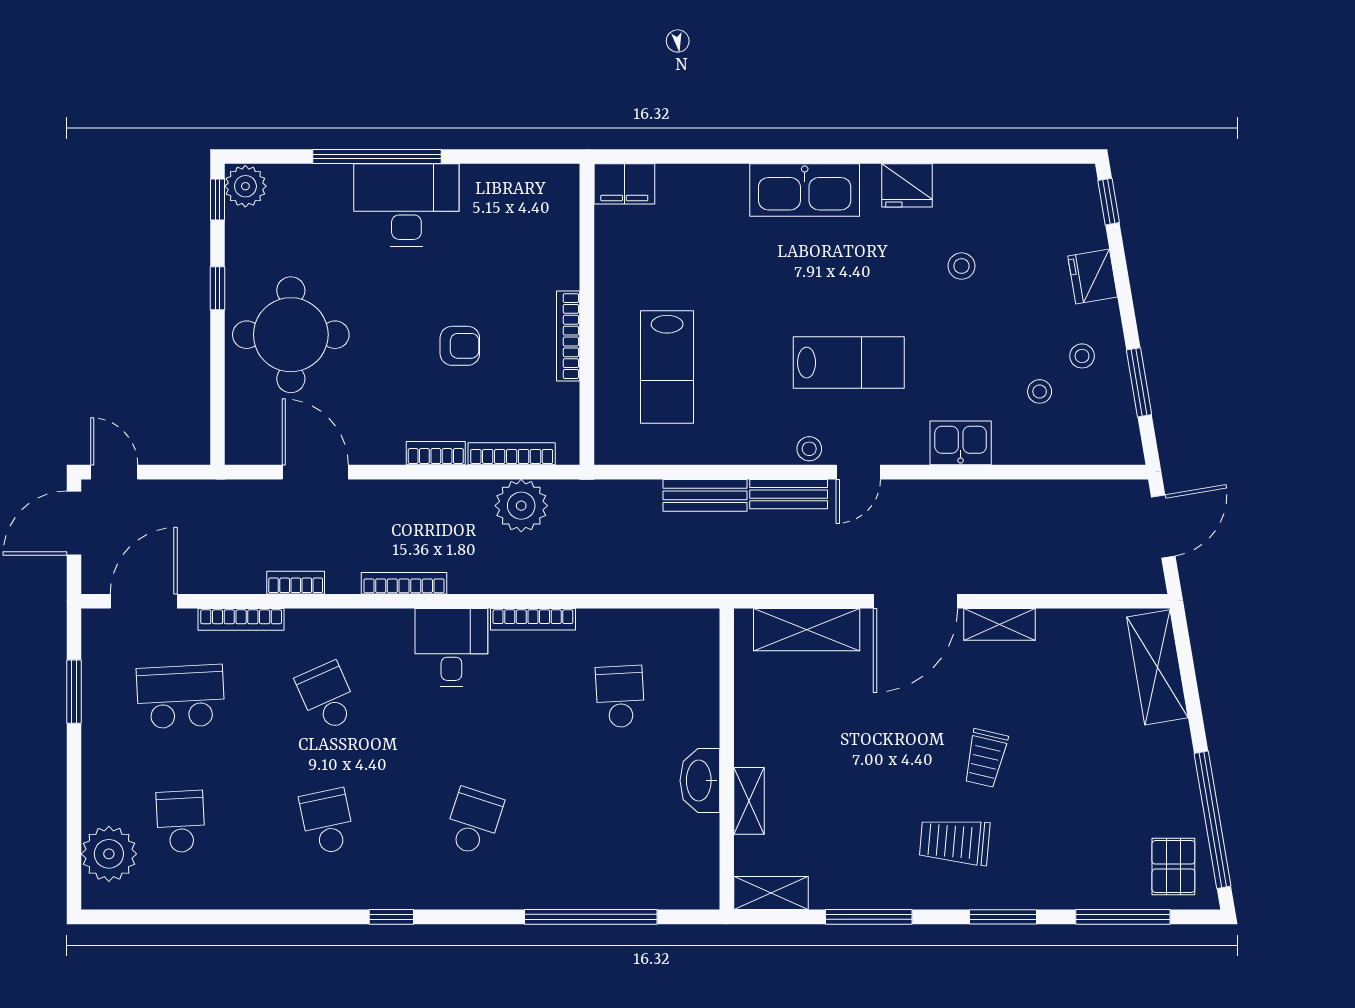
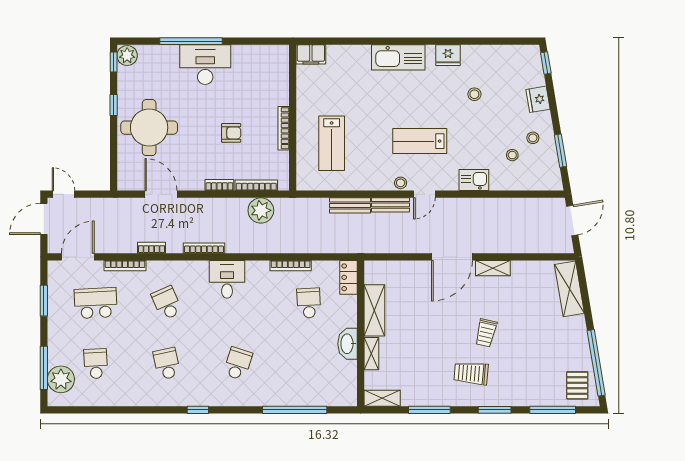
lab bench: (849, 363) -> (420, 141), turned 180
bookcase: (533, 619) -> (291, 266), moved
shelving: (807, 630) -> (374, 310), moved, turned 90
locker: (702, 644) -> (348, 277), added
window: (74, 830) -> (44, 368), added

